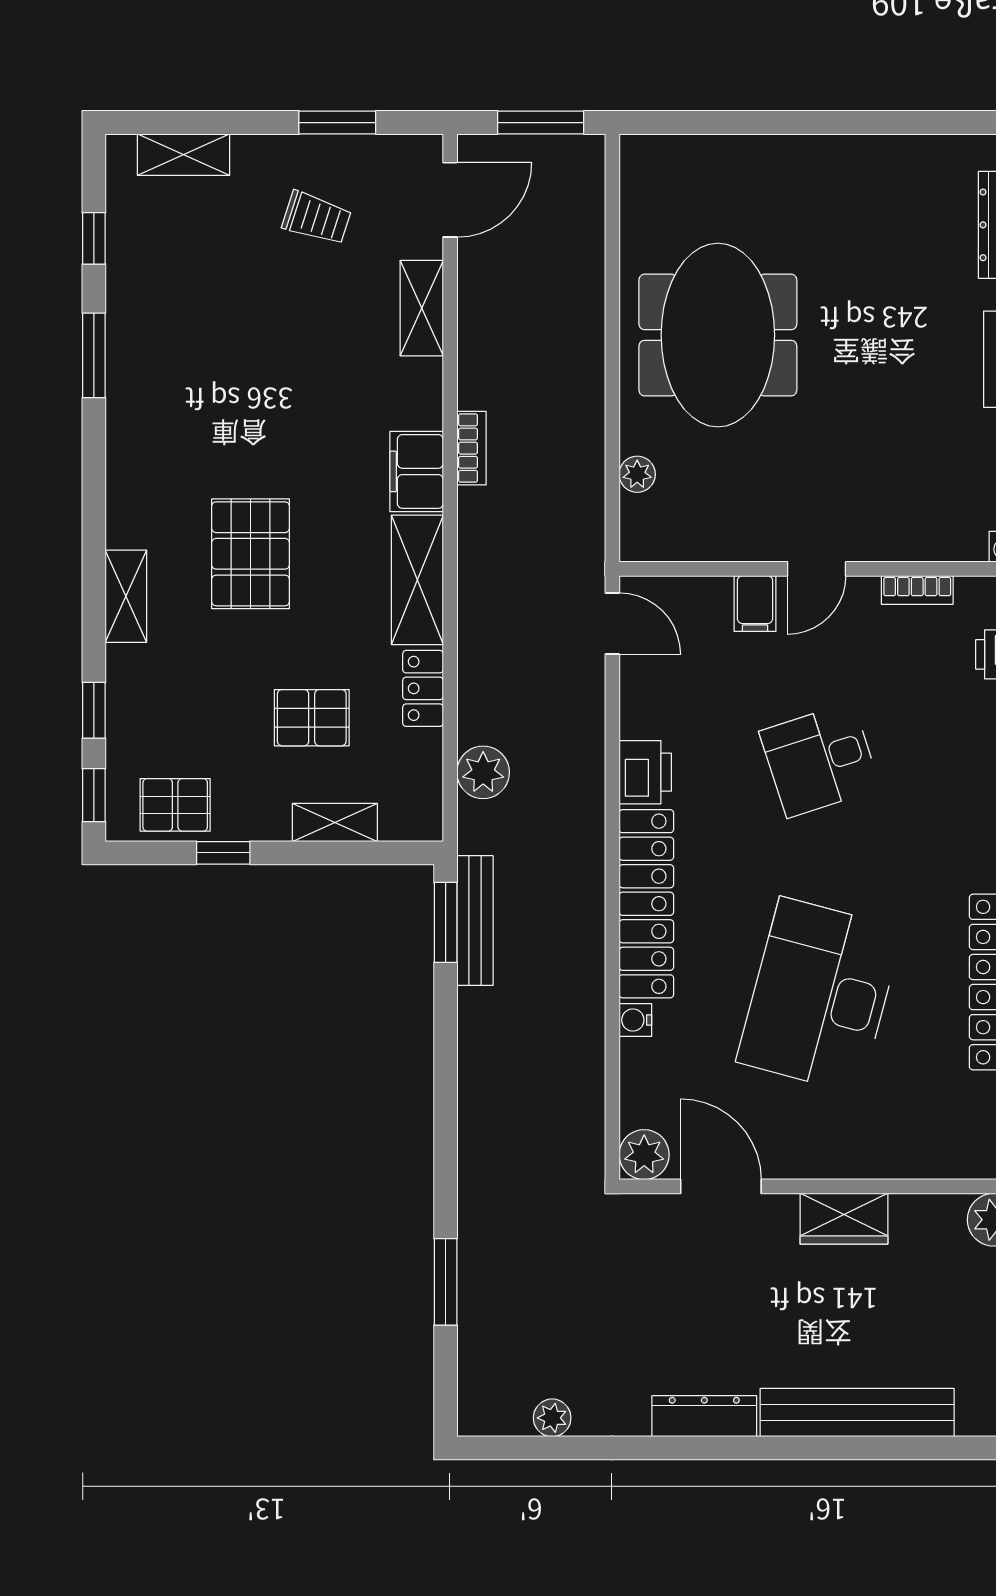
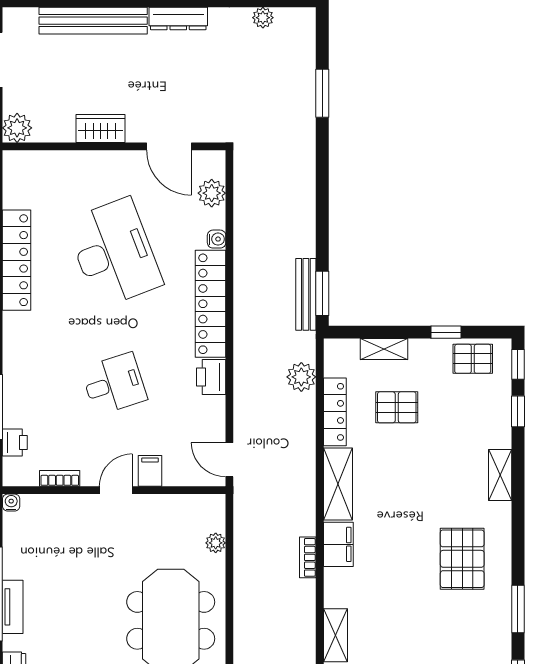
pallet: (251, 554) -> (462, 559), moved
locker: (423, 688) -> (335, 412), width x1.53
desk: (820, 995) -> (114, 253), turned -36
plant: (644, 1155) -> (212, 193), moved

